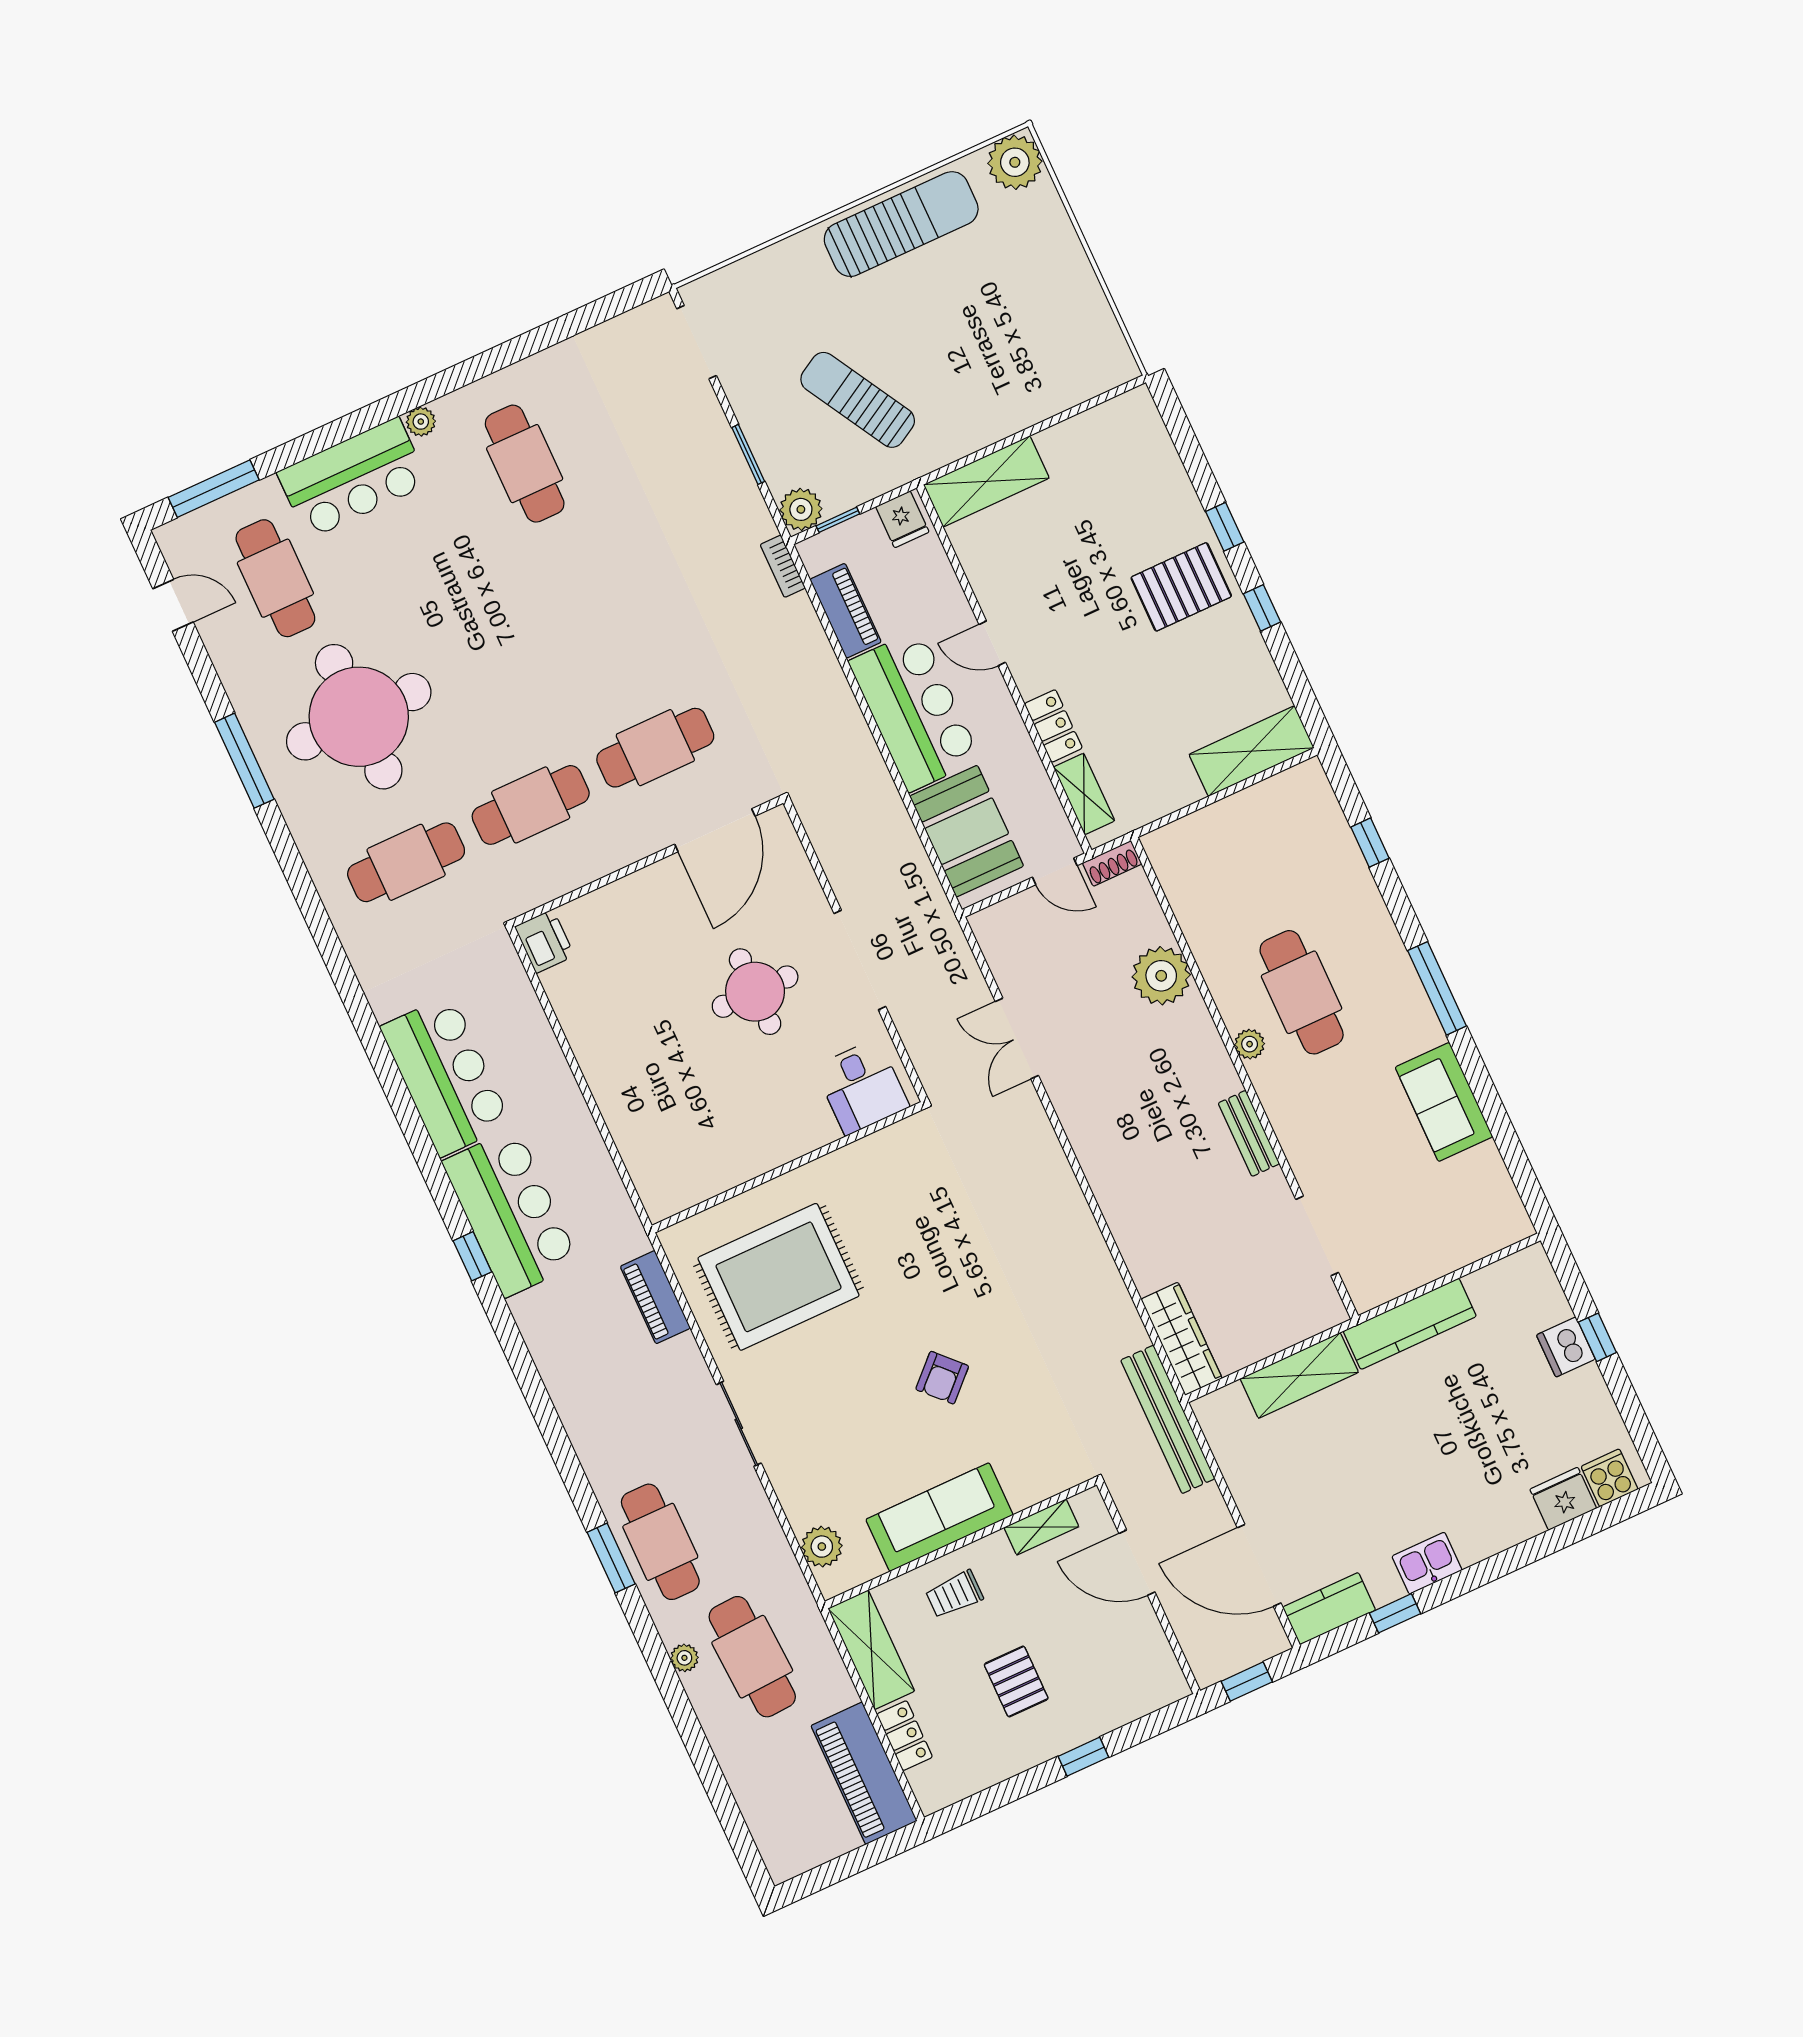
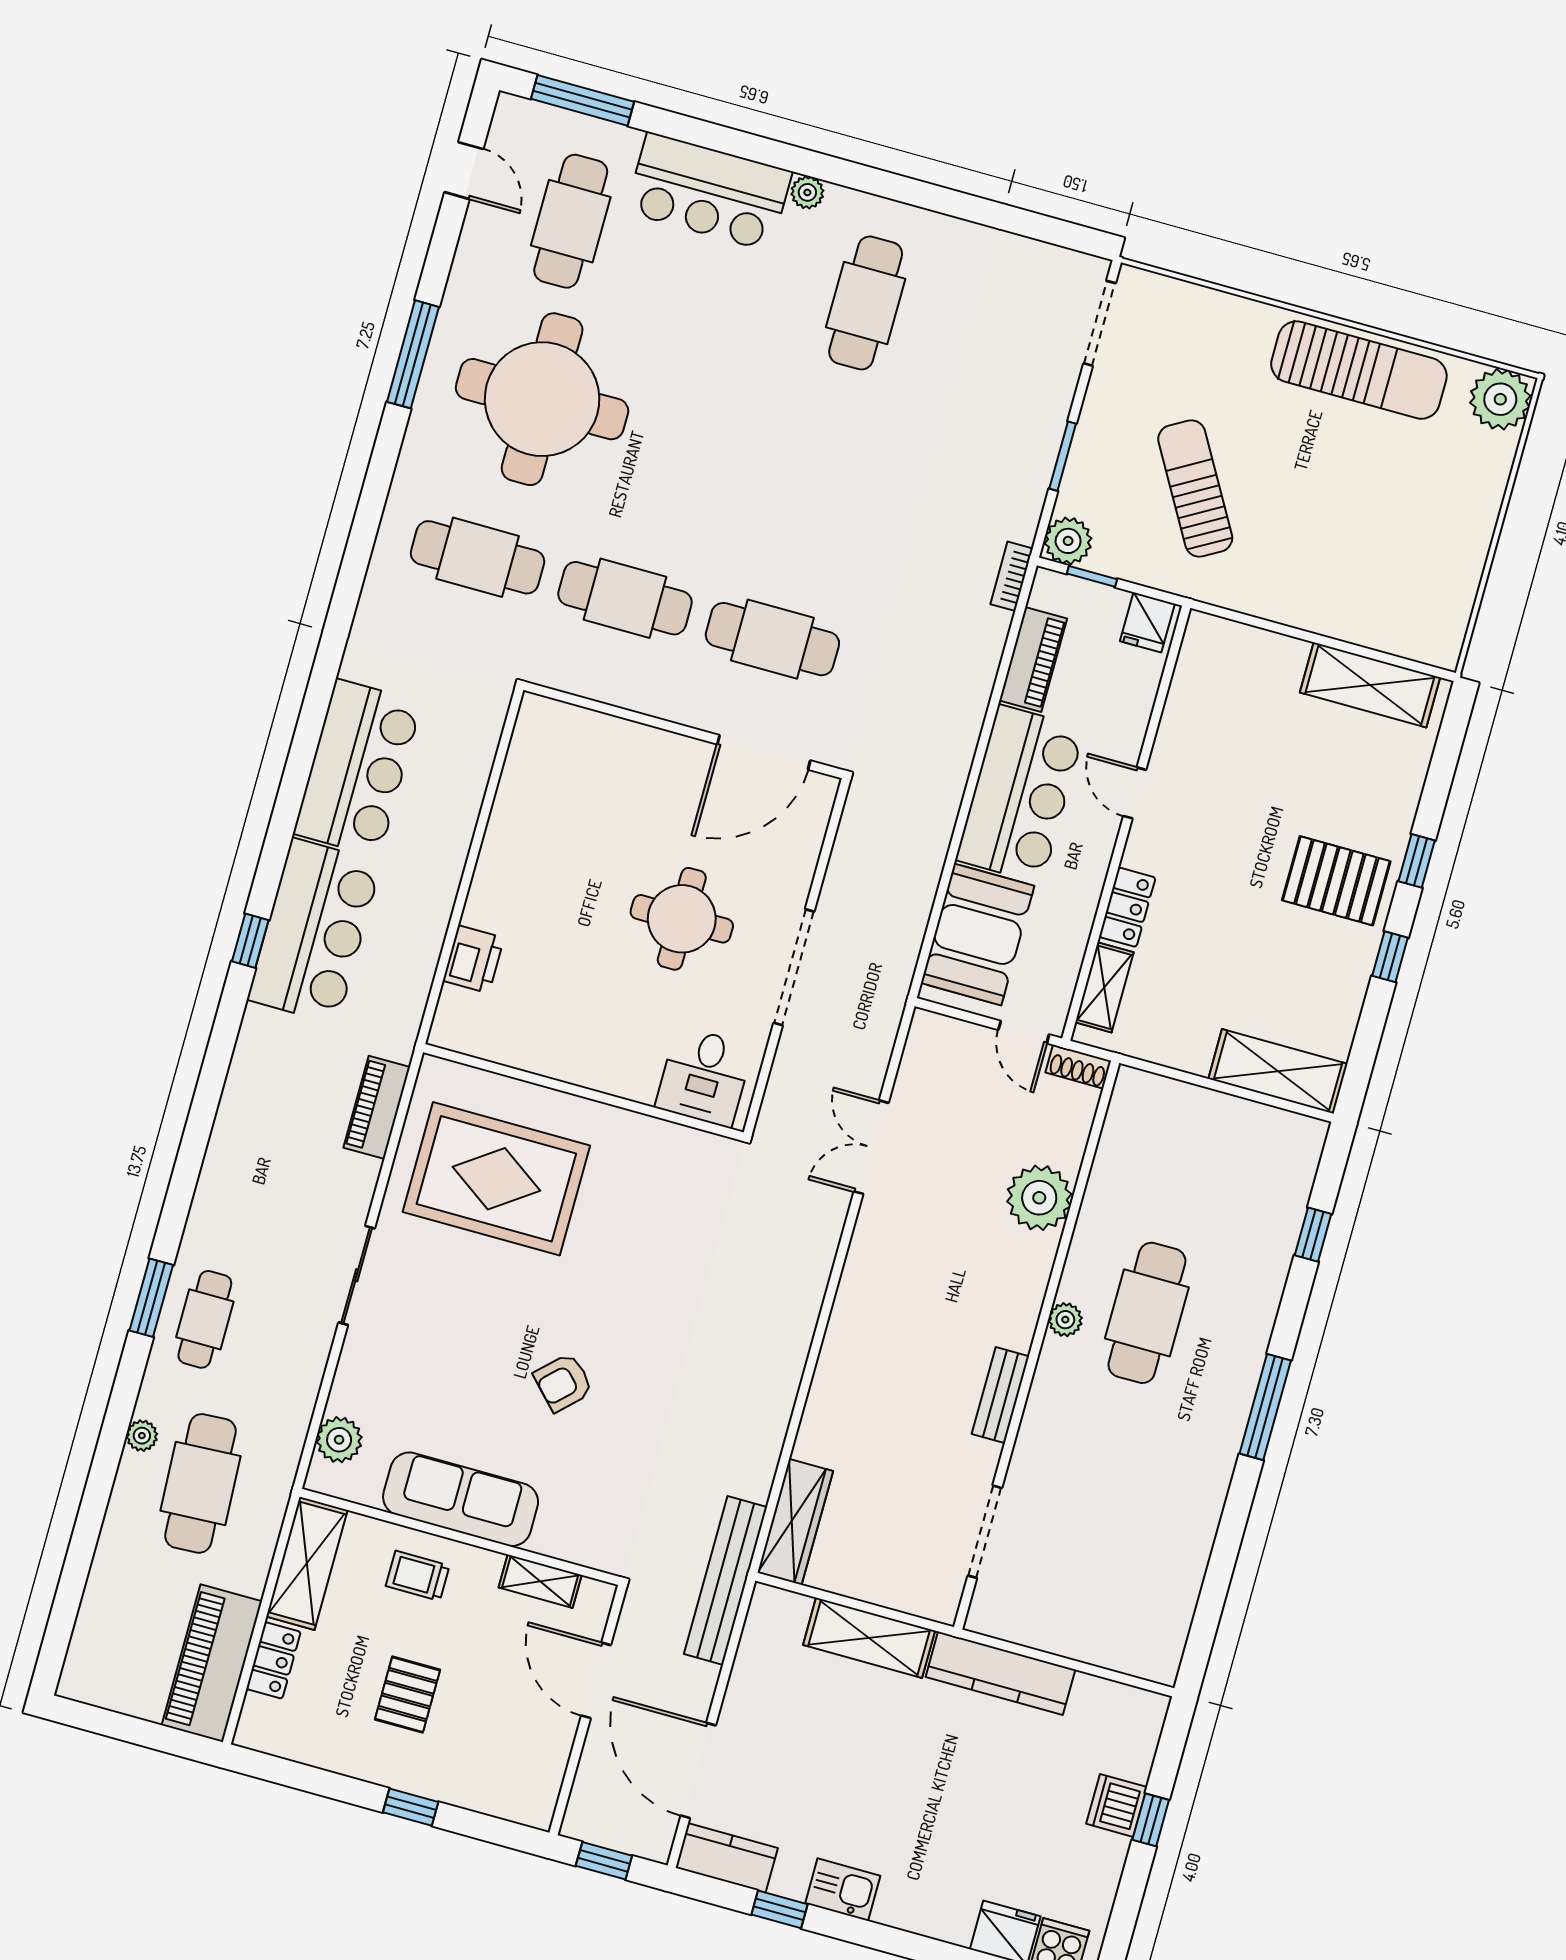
shelving: (986, 481) -> (1370, 685), moved
printer: (544, 941) -> (473, 959), moved
sofa: (1444, 1102) -> (1189, 1509), removed
cafe table: (660, 1542) -> (205, 1319), width x0.73, depth x0.74

